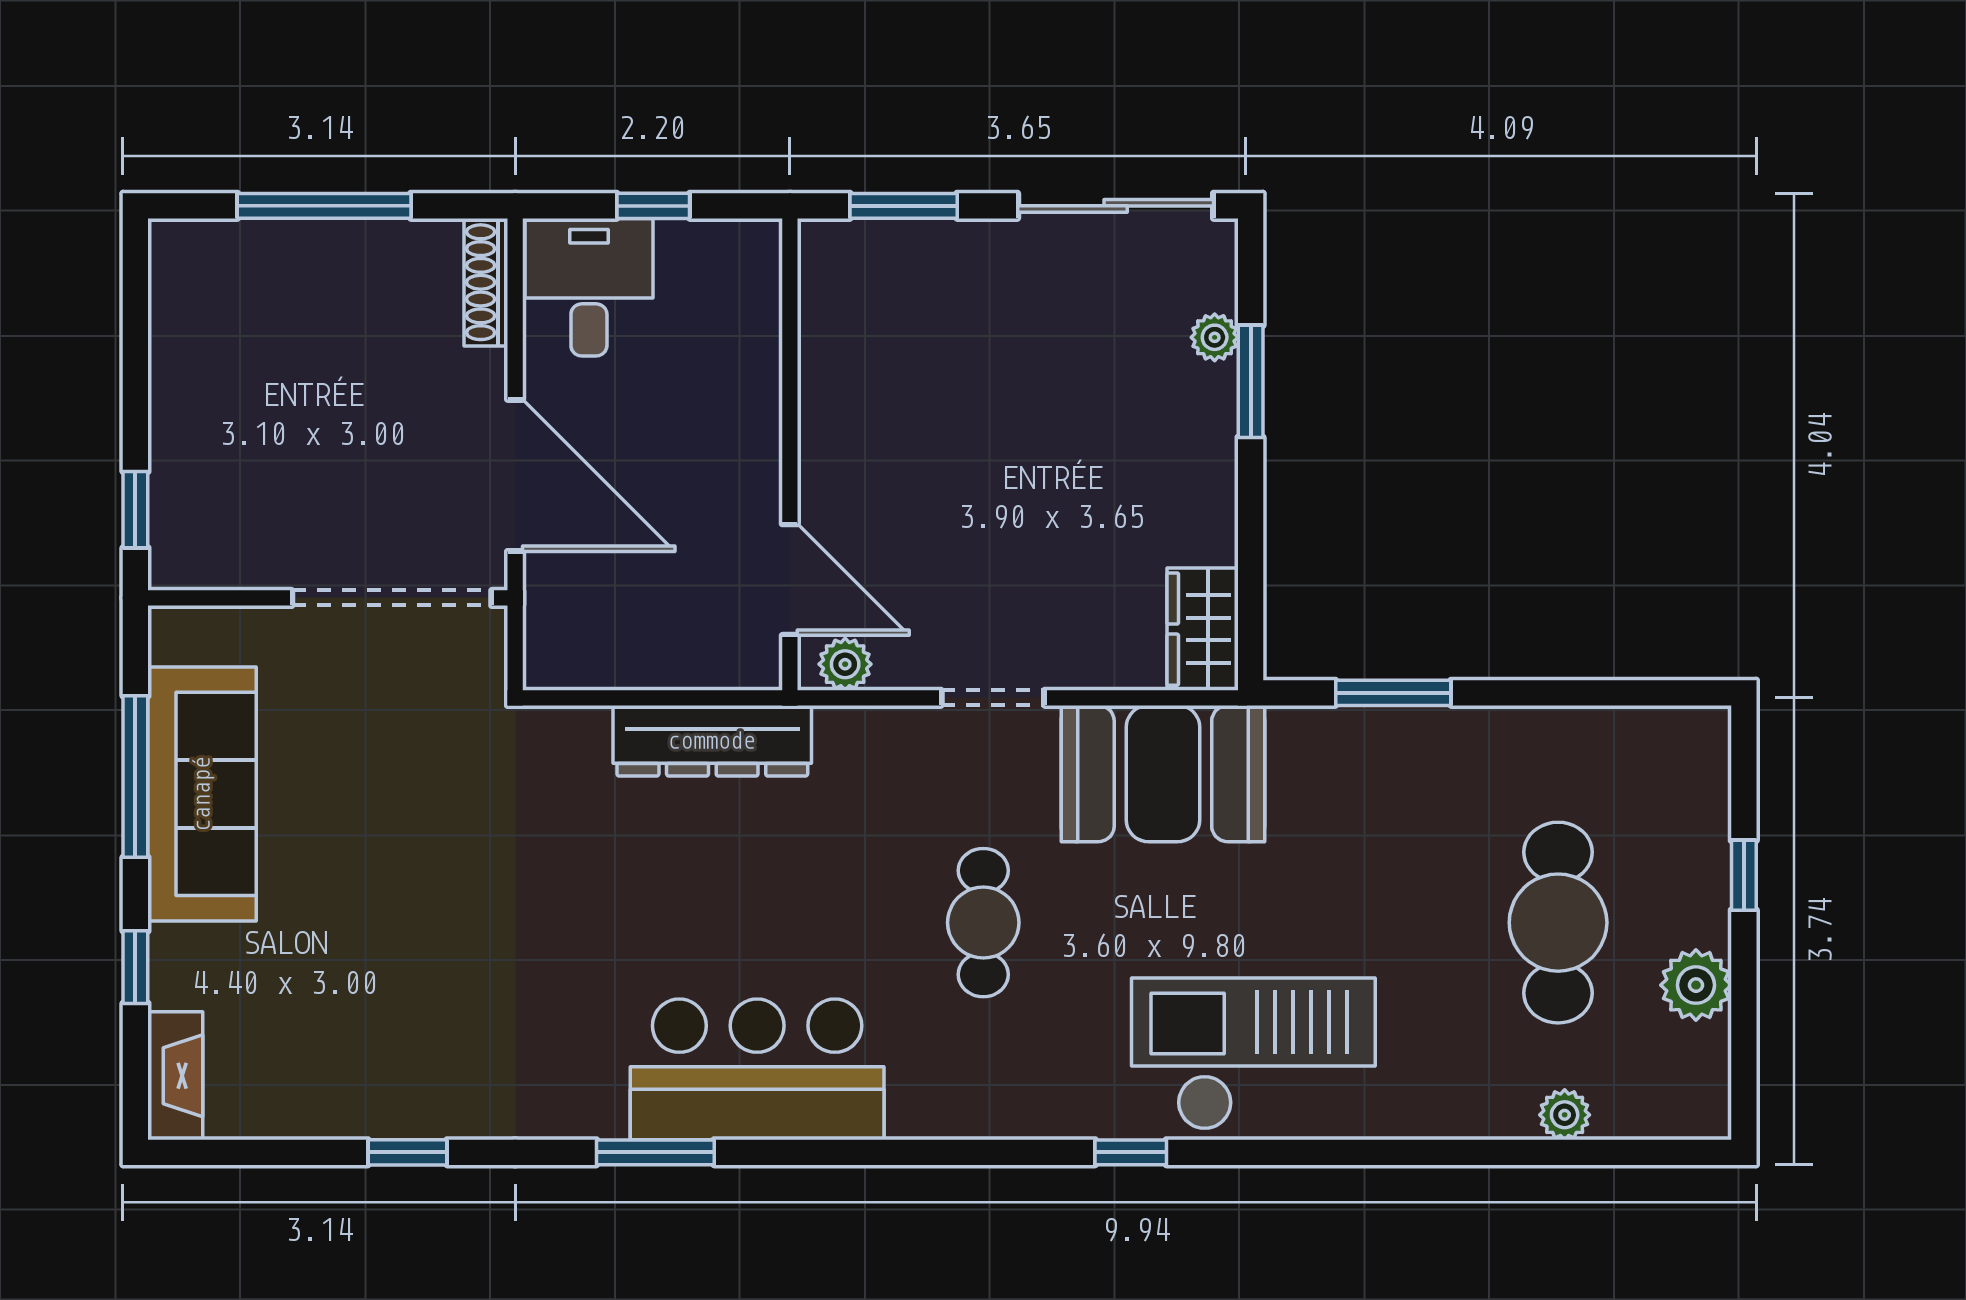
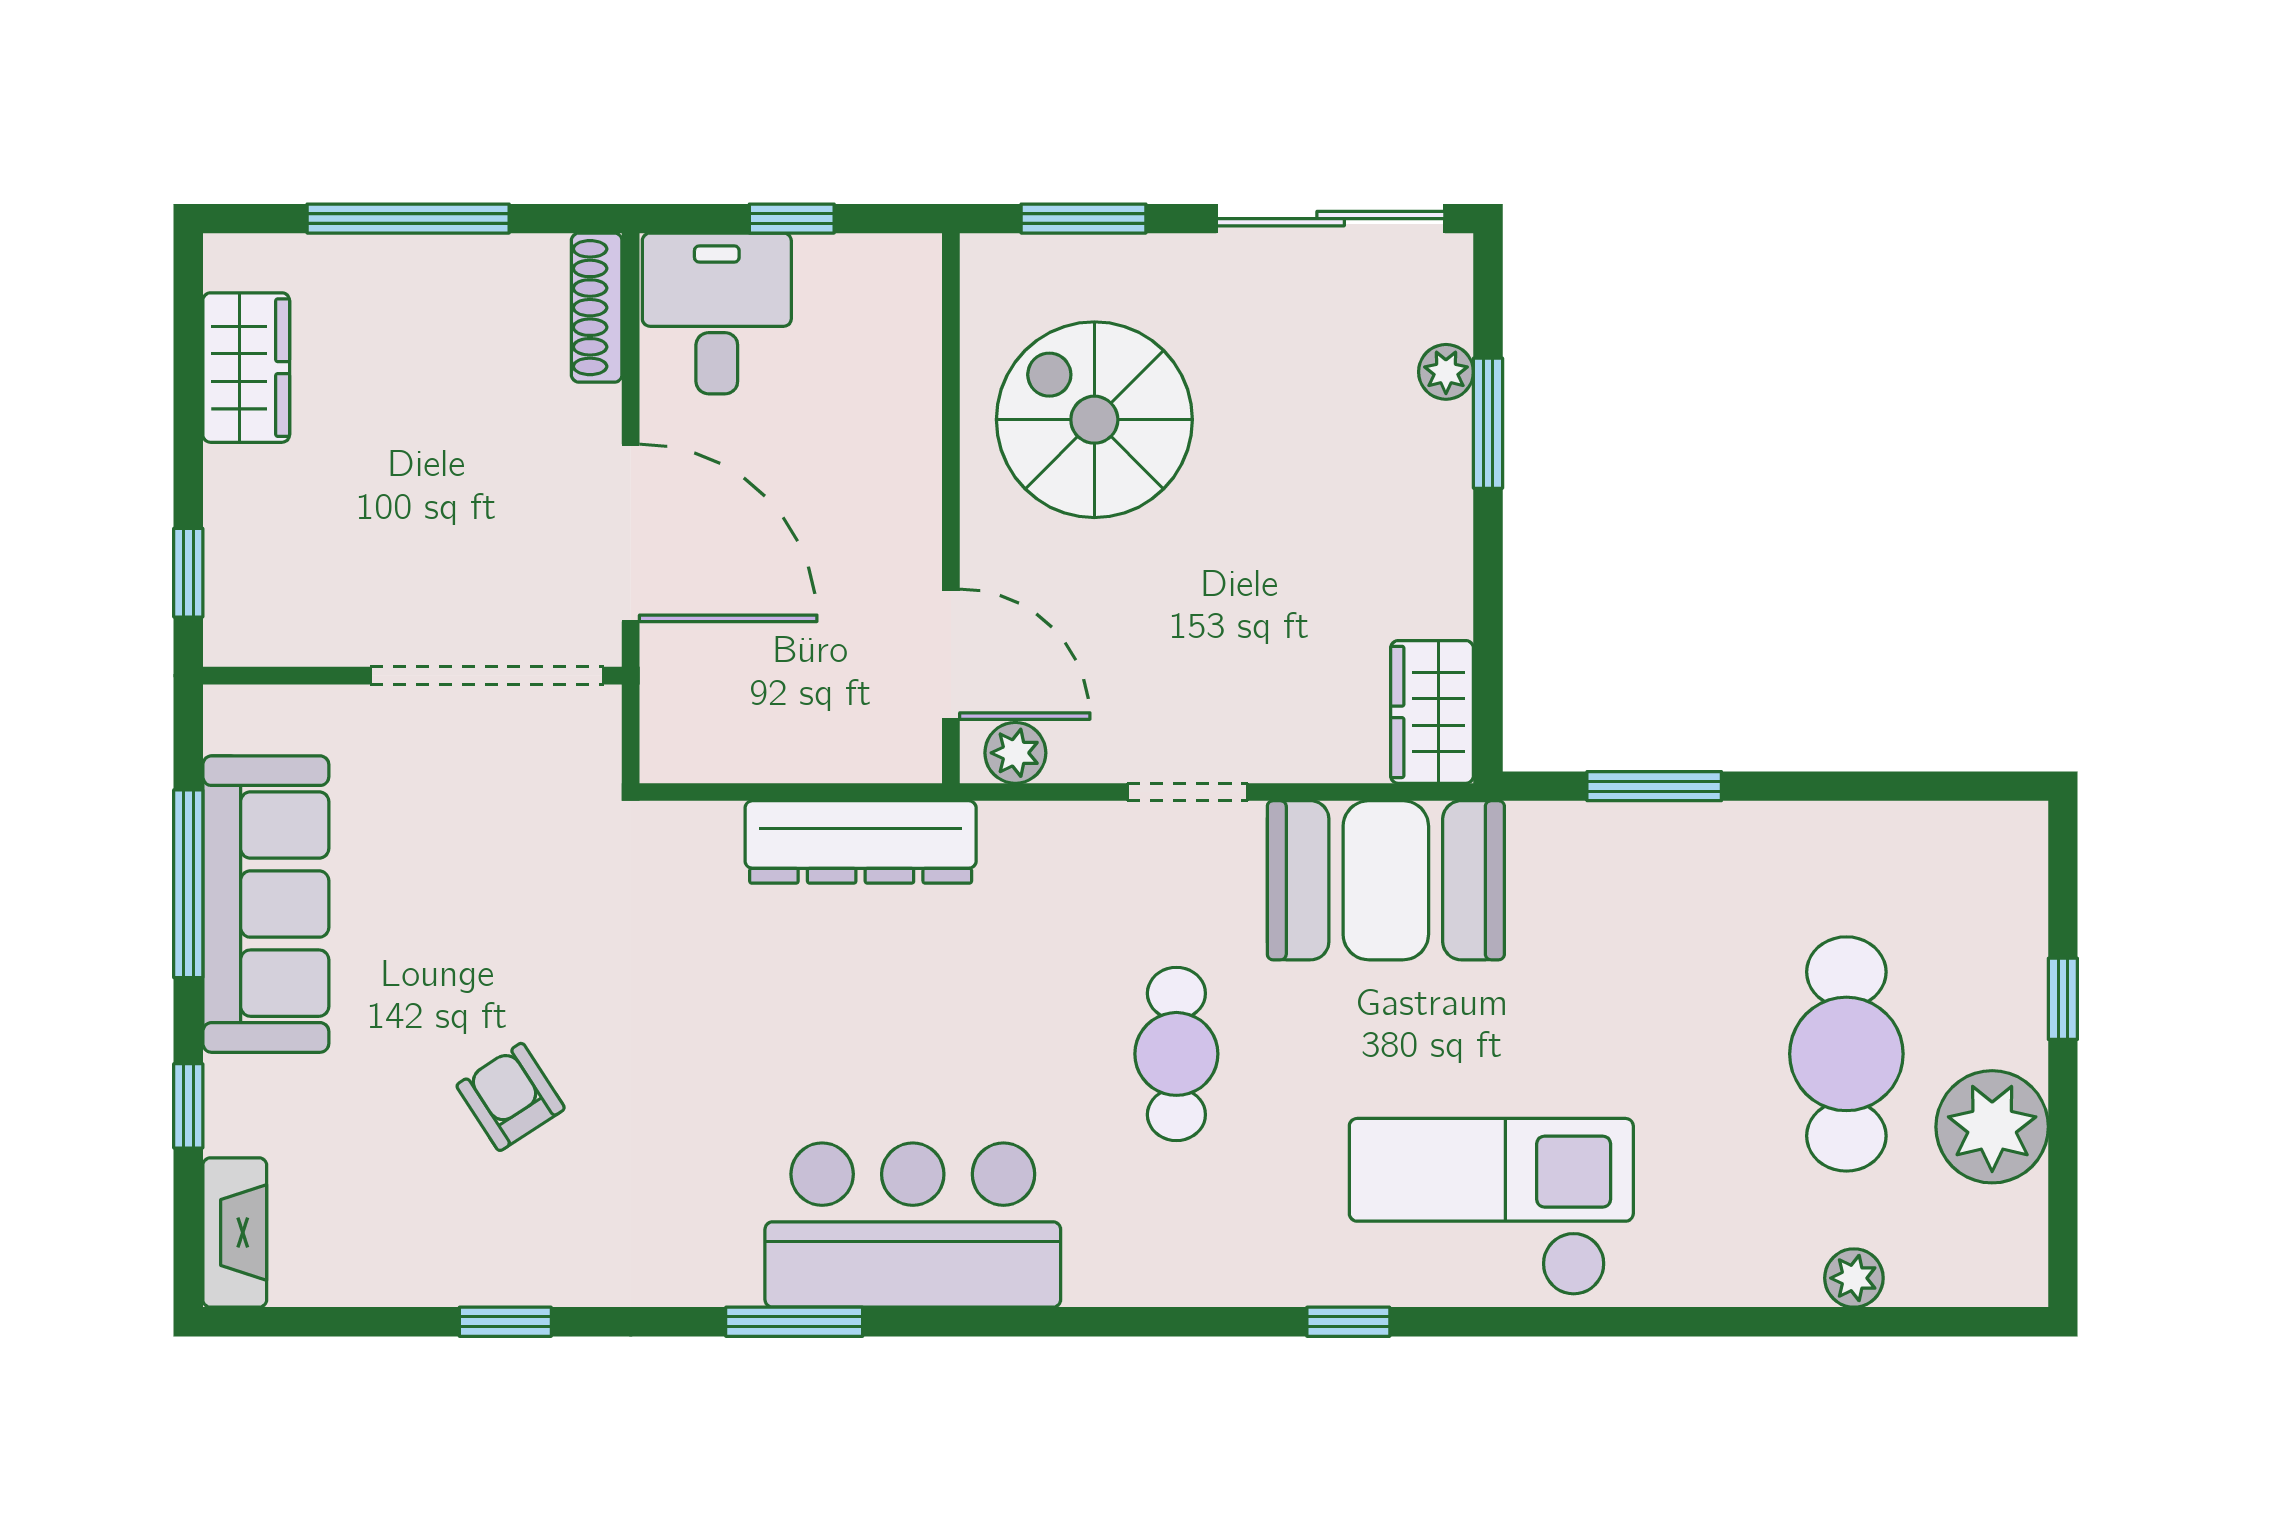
wardrobe: (185, 334) -> (246, 368), added
spiral stairs: (913, 378) -> (1094, 420), added
armchair: (412, 959) -> (511, 1097), added
plant: (1696, 985) -> (1992, 1127), width x1.36, depth x1.36

